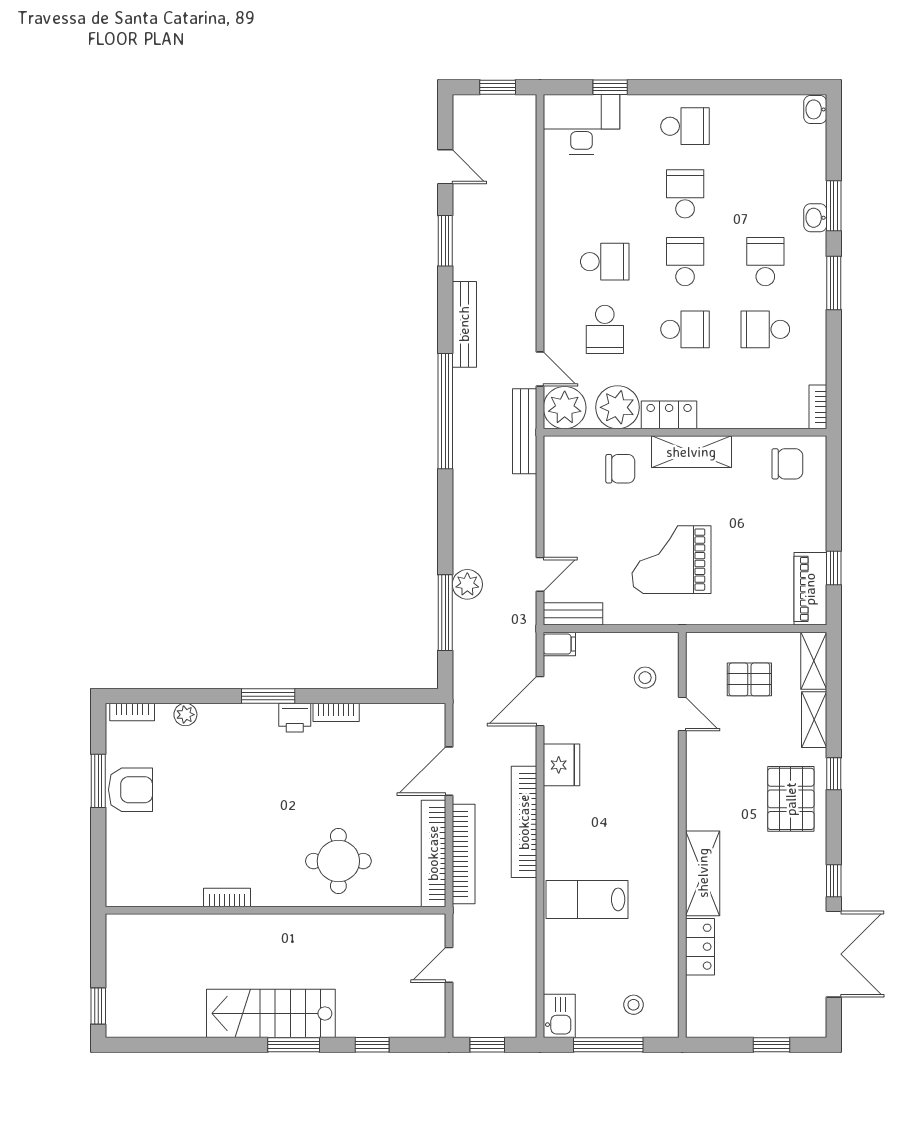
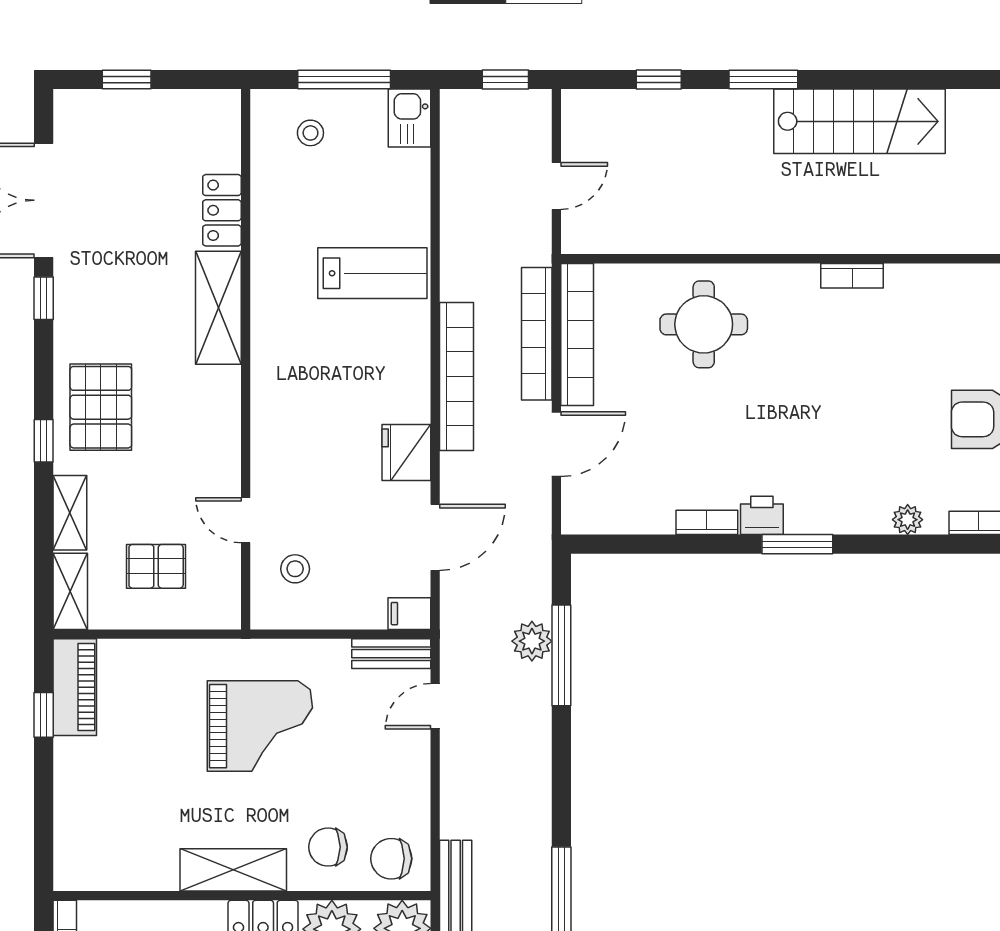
chair: (787, 464) -> (391, 859), moved
plant: (467, 584) -> (532, 641), moved
stairs: (271, 1013) -> (859, 121), moved

